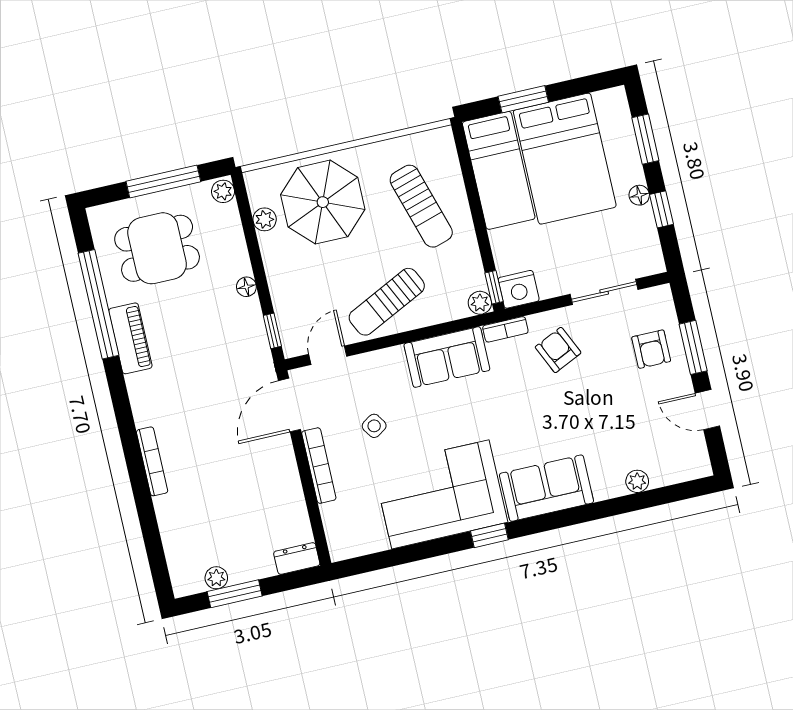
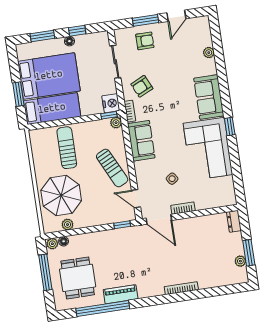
sun lounger: (421, 206) -> (67, 148), turned -73
floor lamp: (246, 287) -> (64, 241), moved
bookcase: (319, 466) -> (183, 208), width x0.64

